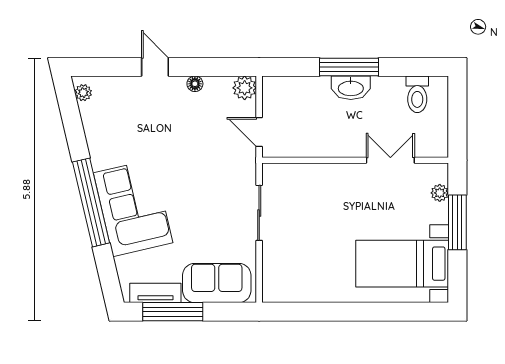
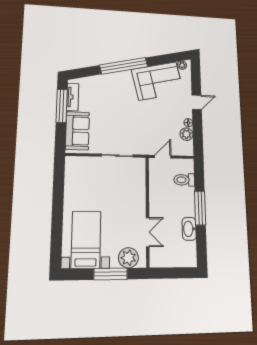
plant: (245, 88) -> (186, 134), moved
washbasin: (351, 88) -> (189, 229), moved
toilet: (417, 94) -> (184, 180), moved
plant: (440, 193) -> (128, 258), width x1.88, depth x1.88
corner sofa: (133, 208) -> (158, 81), moved

